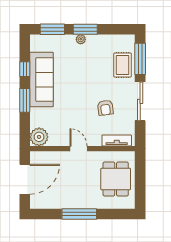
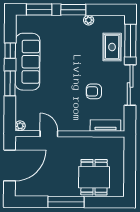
plant: (81, 39) -> (89, 20), moved
armchair: (105, 108) -> (94, 91), turned 97
plant: (39, 137) -> (20, 126), width x0.53, depth x0.53
door: (78, 149) -> (49, 134), moved
dining table: (116, 179) -> (94, 177), moved

